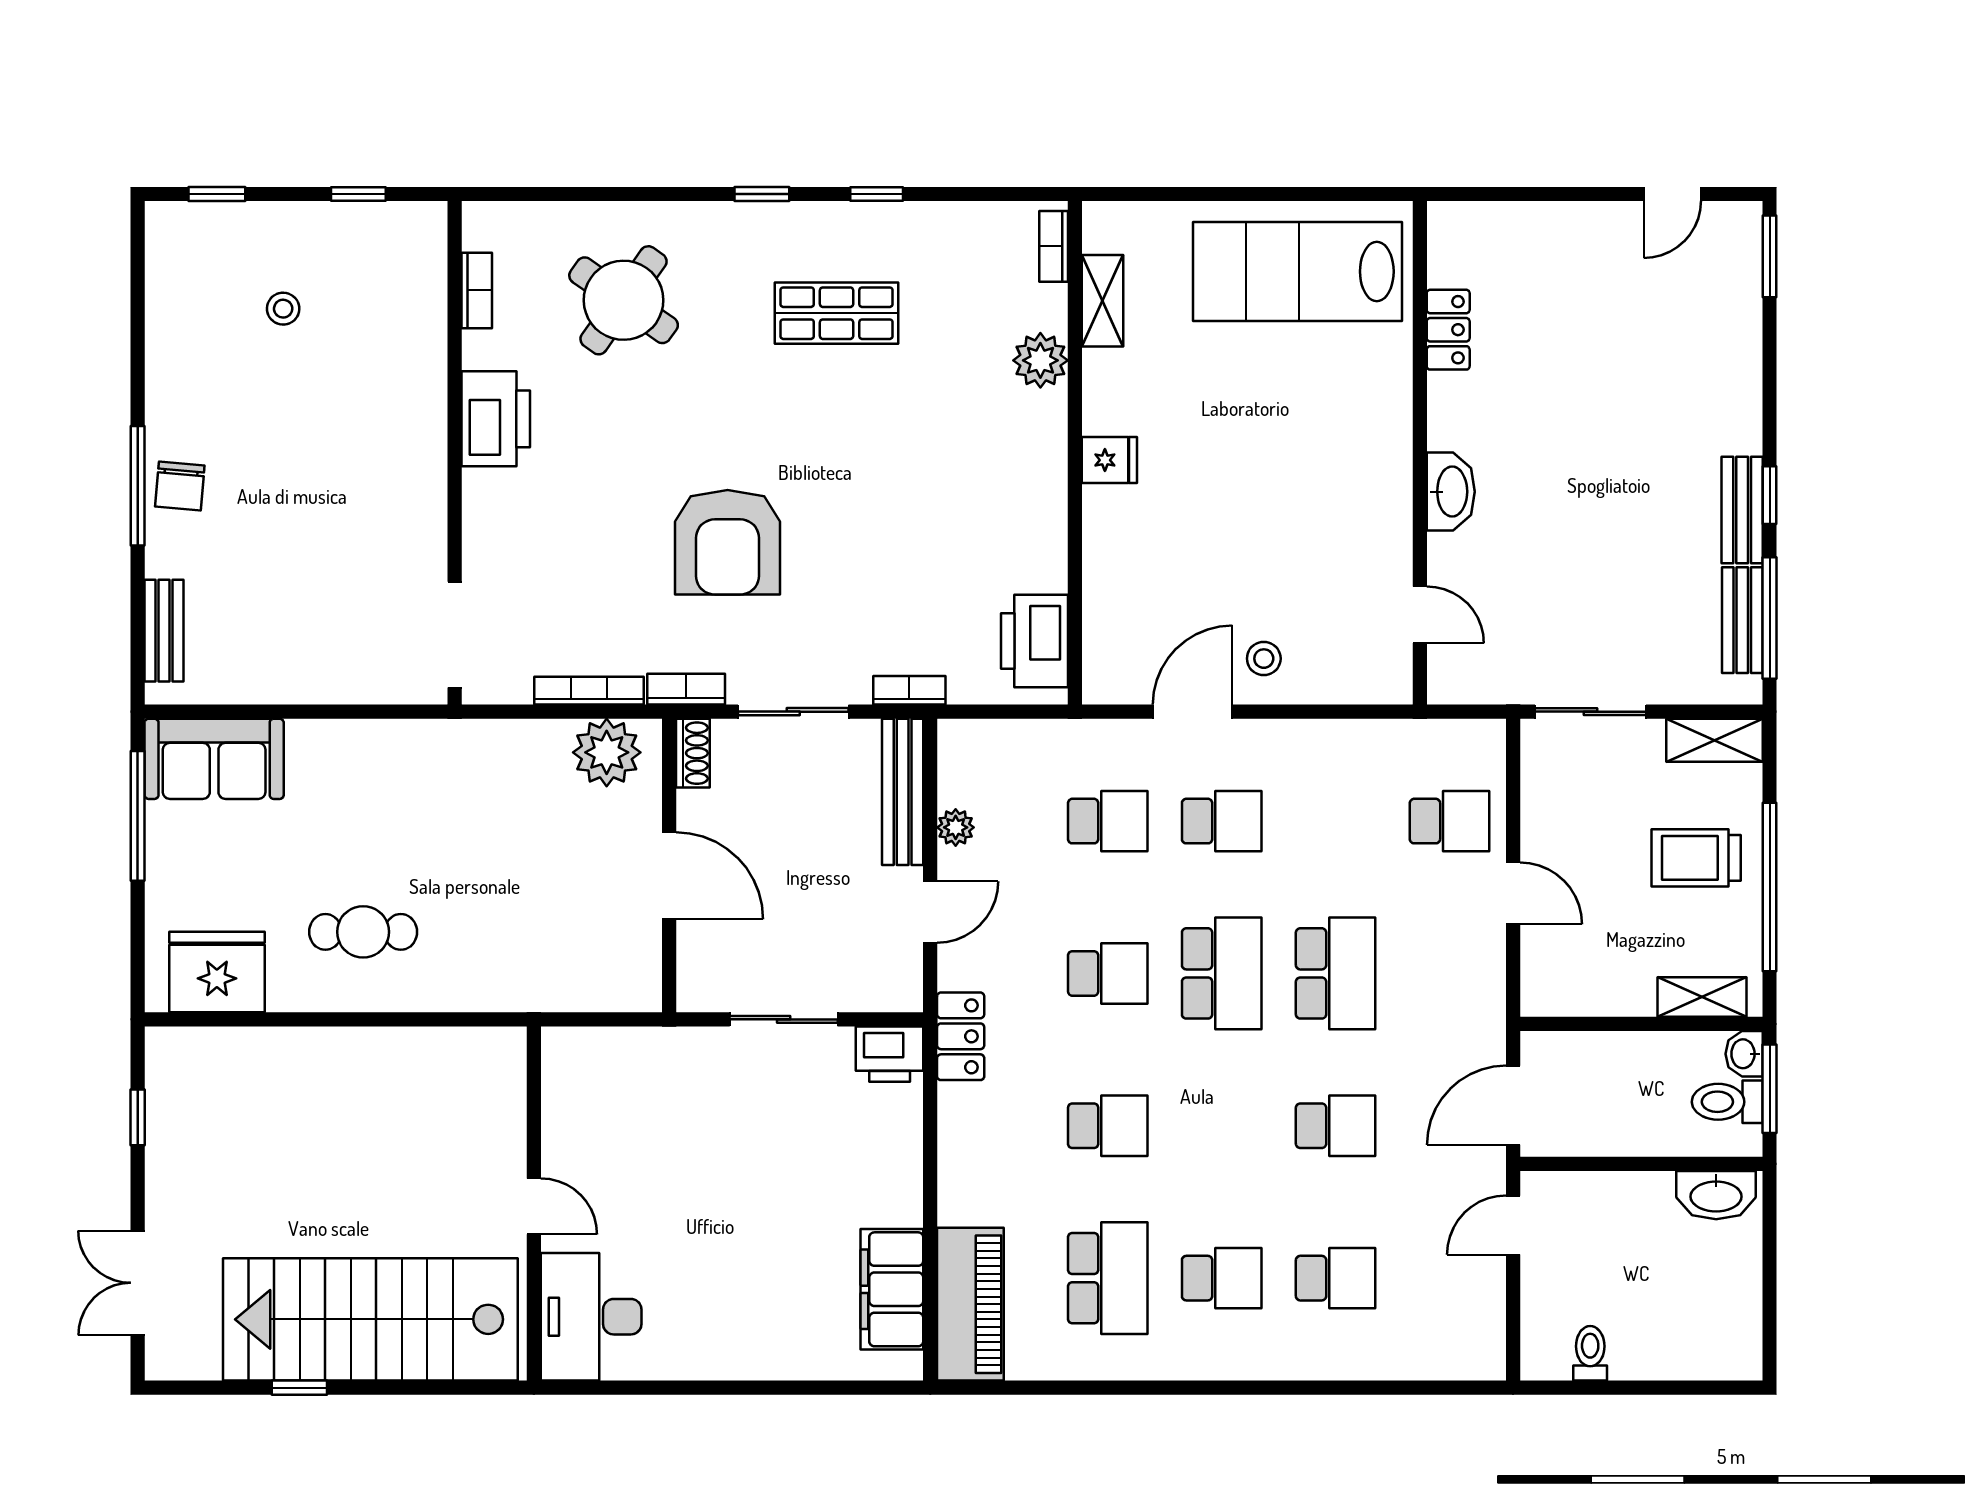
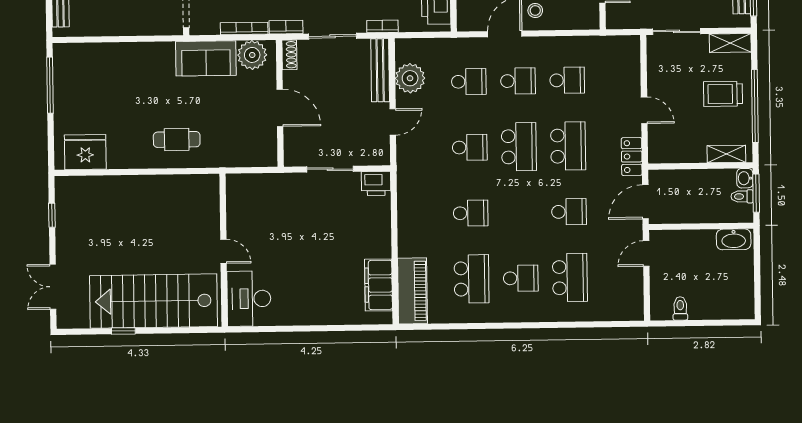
sofa: (214, 759) -> (206, 58), moved
school desk: (1450, 821) -> (567, 80), moved
plant: (956, 827) -> (410, 78), width x1.88, depth x1.88
cafe table: (363, 932) -> (177, 139), moved
locker: (961, 1036) -> (632, 157), moved, turned 180
toilet: (1727, 1102) -> (742, 196), width x0.73, depth x0.72
school desk: (1336, 1278) -> (570, 277), width x1.85

